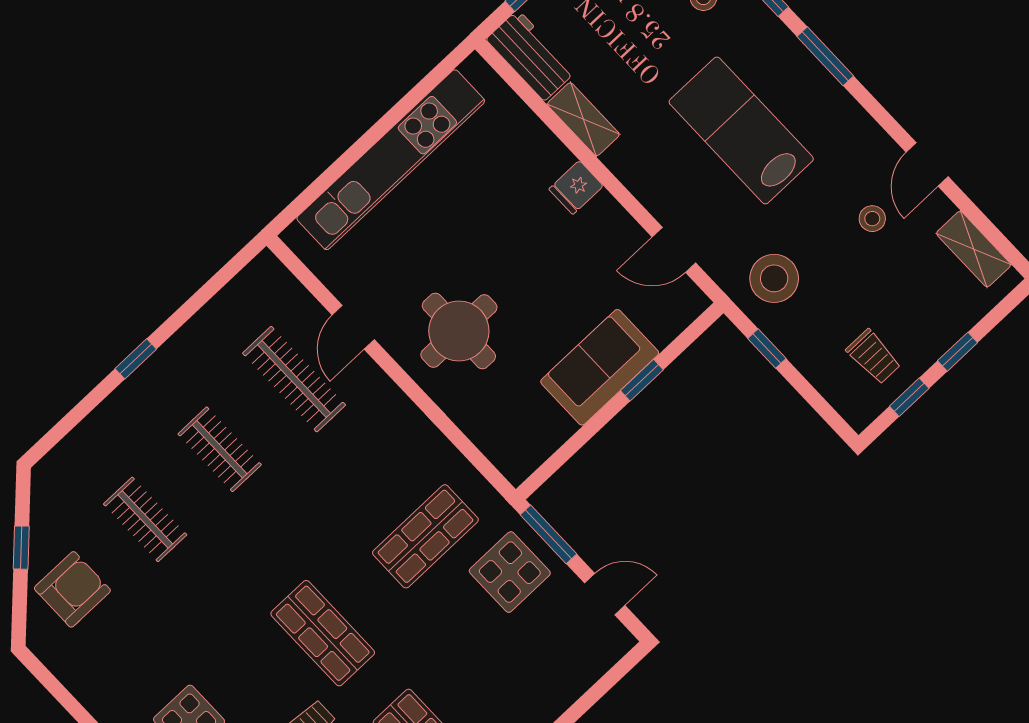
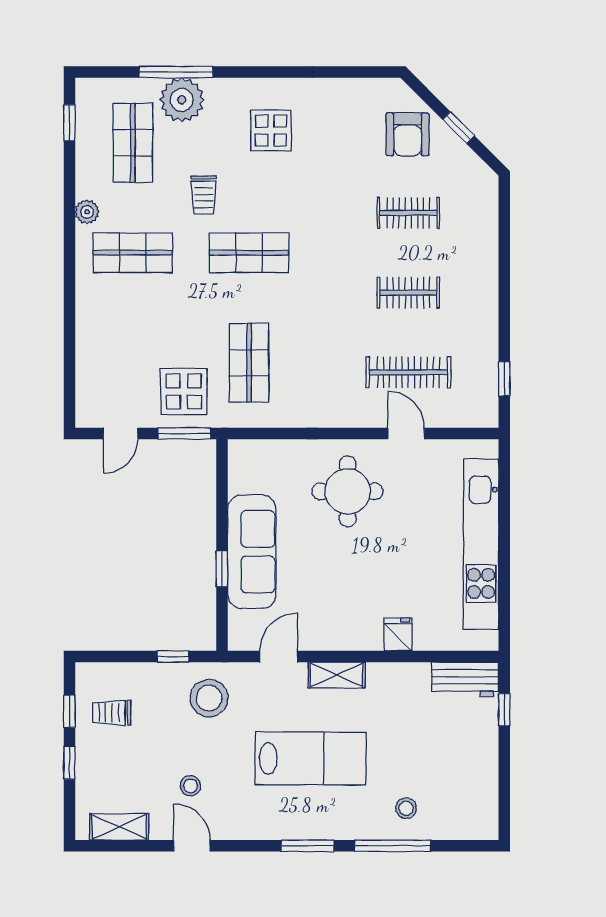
shelving: (583, 119) -> (337, 675), moved
fridge: (576, 188) -> (398, 634), moved
window: (136, 359) -> (504, 379), moved
sofa: (600, 367) -> (252, 552), width x1.36

